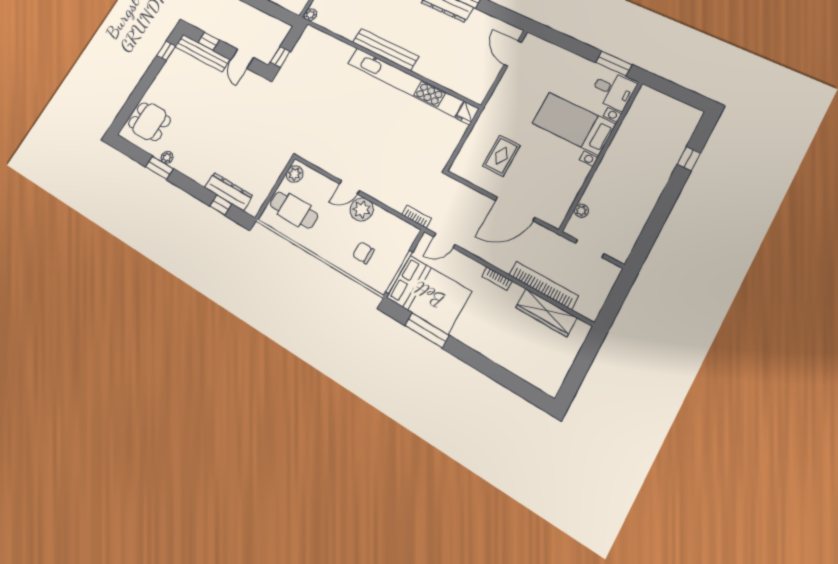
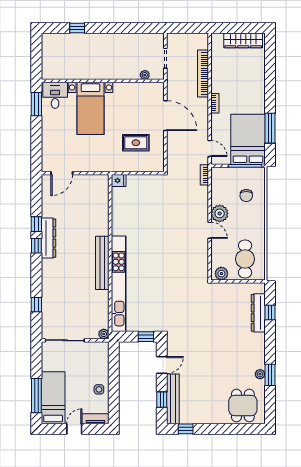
kitchen unit: (405, 82) -> (119, 284), moved
wardrobe: (546, 313) -> (243, 40), moved, turned 90

